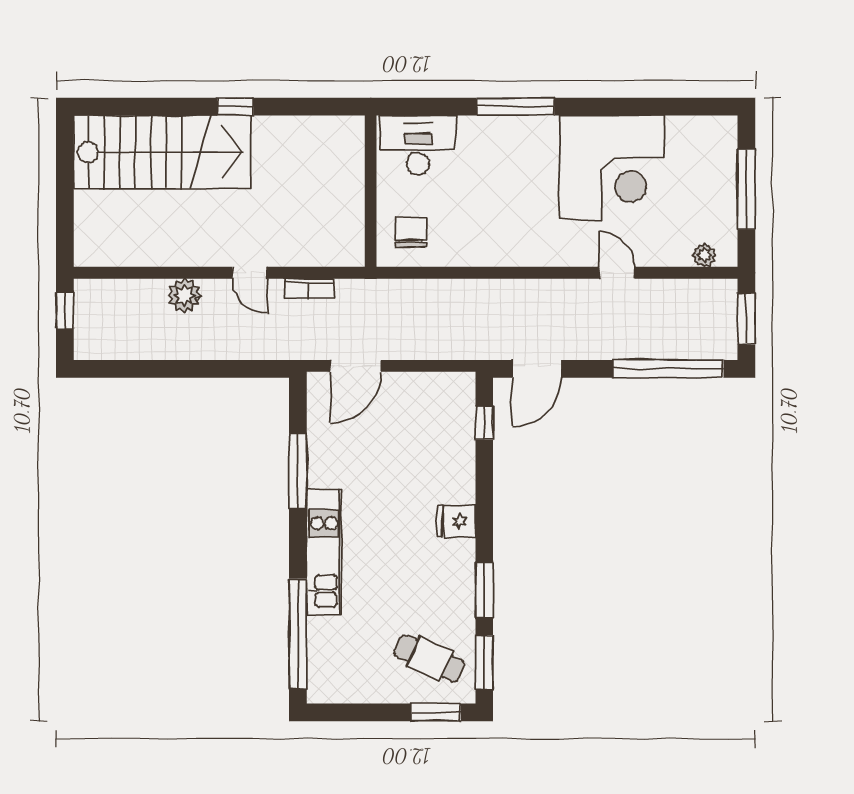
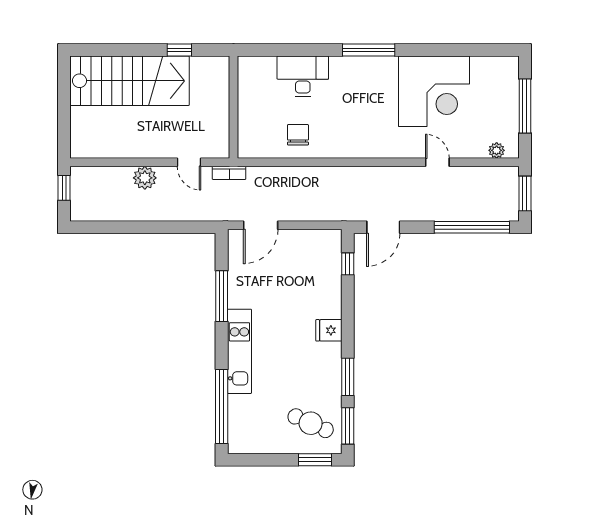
wall: (371, 191) -> (233, 107), moved

